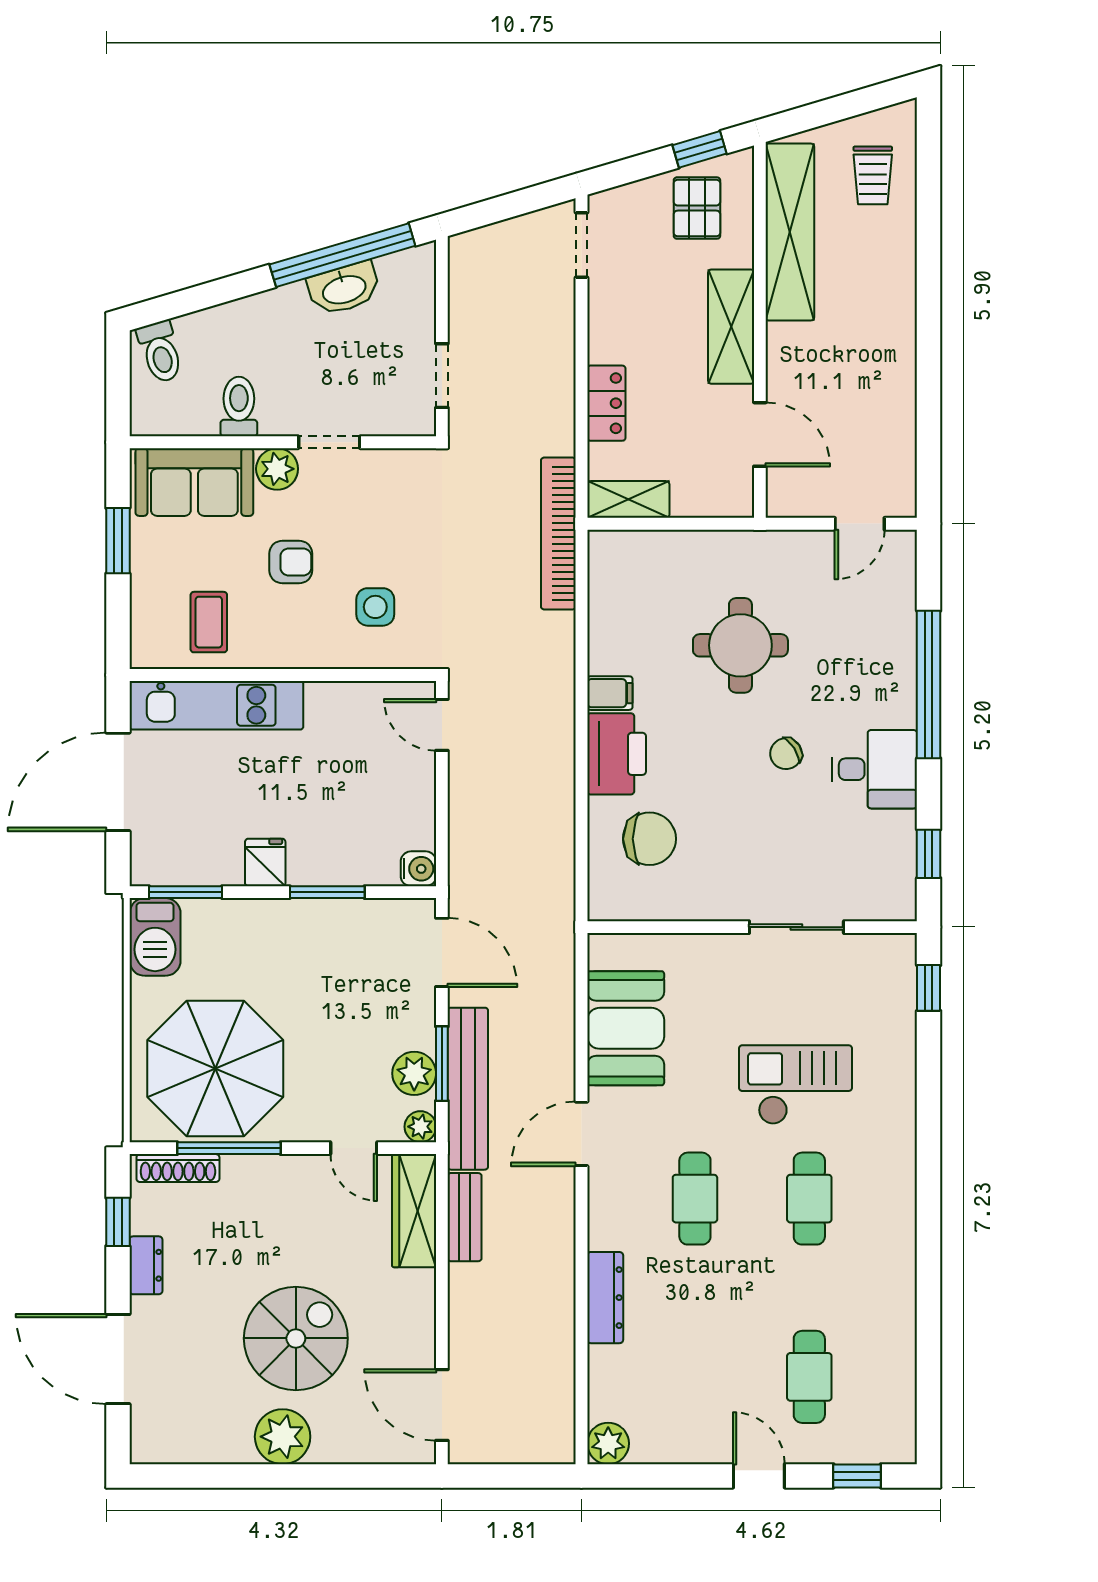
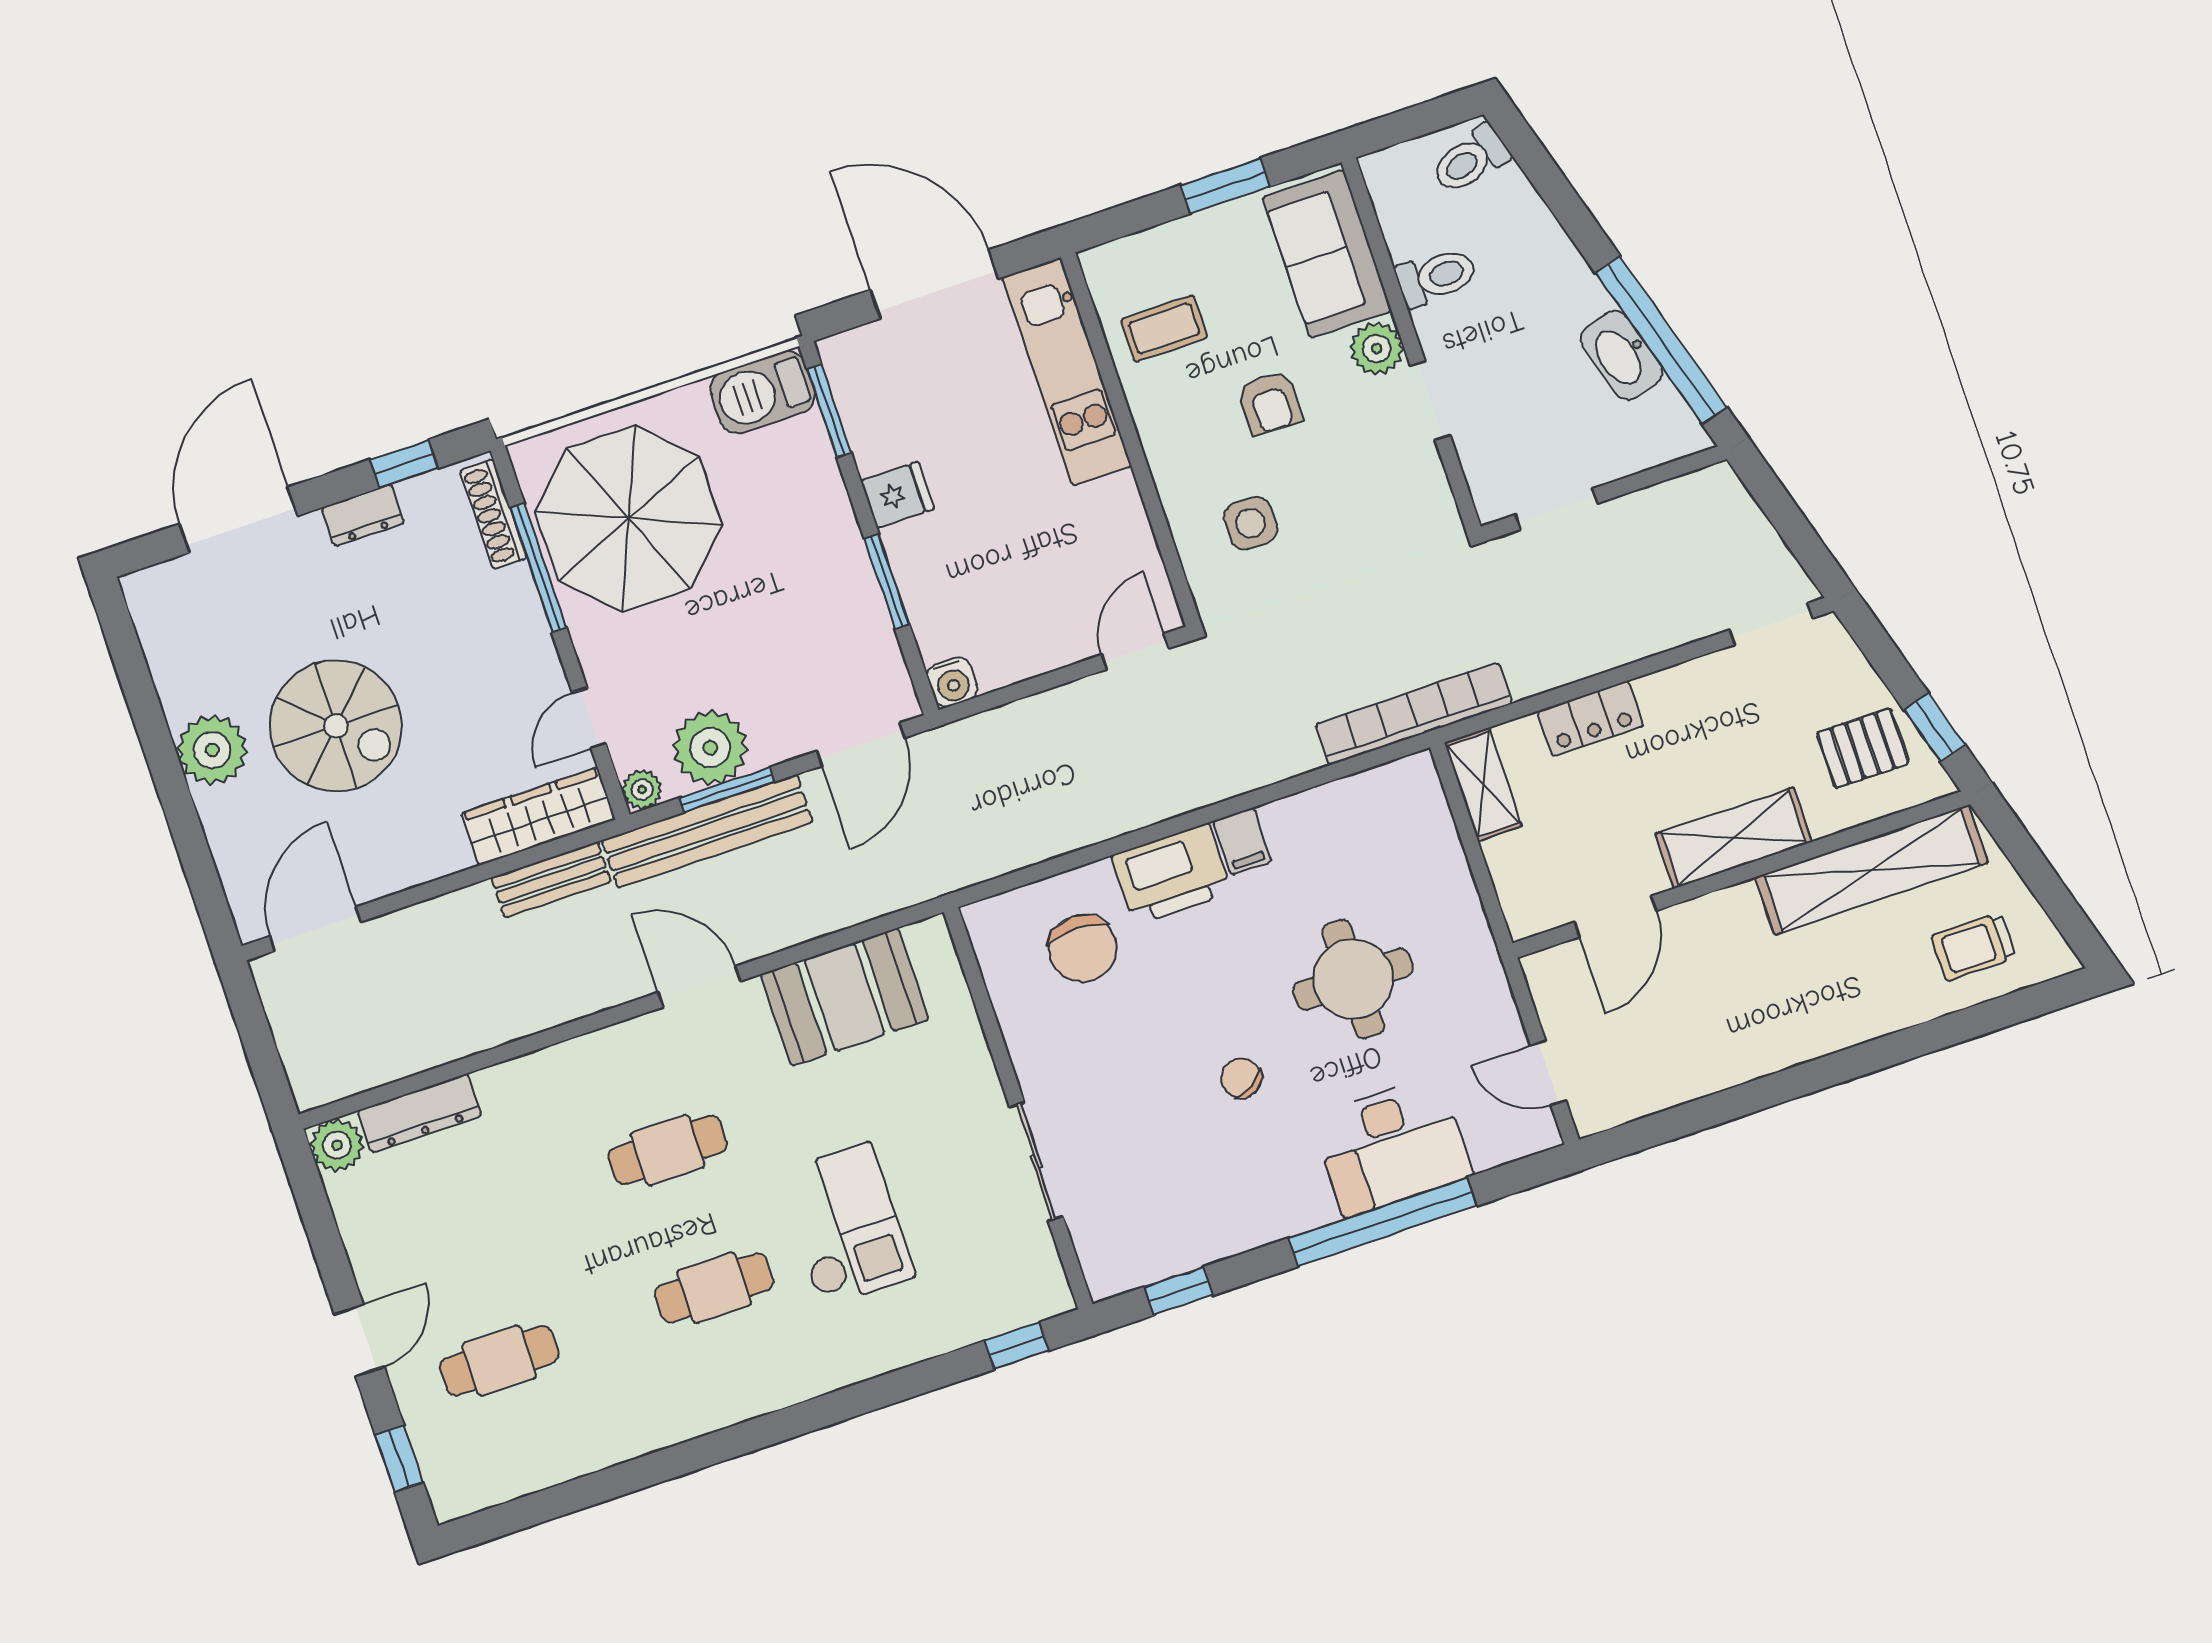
desk: (875, 769) -> (1392, 1146), moved, width x1.37
plant: (414, 1073) -> (710, 748), width x1.36, depth x1.36
dresser: (605, 1298) -> (420, 1113), moved

